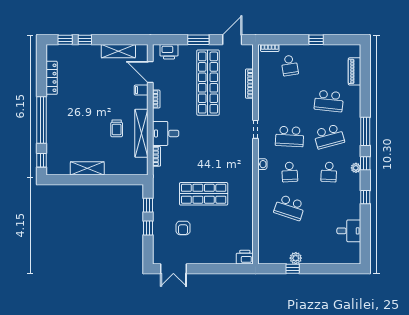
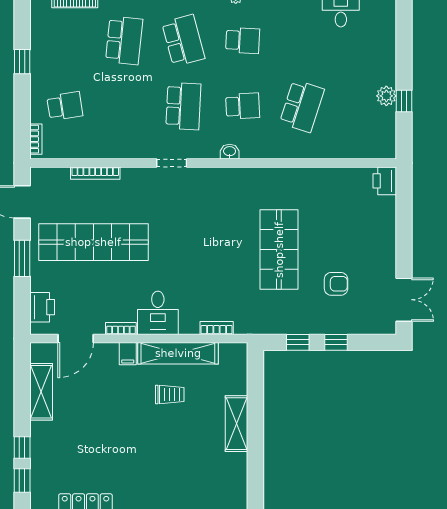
filing cabinet: (141, 90) -> (128, 354), moved
desk: (166, 133) -> (158, 313), moved
shelving: (87, 168) -> (237, 424), moved

